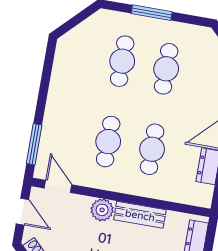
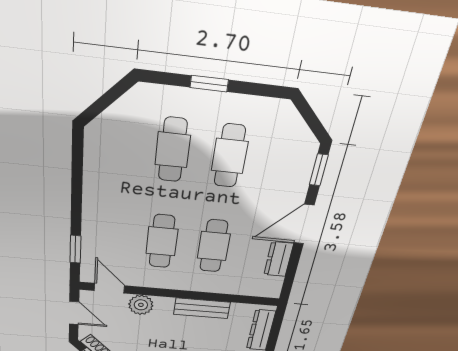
window: (152, 13) -> (209, 84), width x0.67
window: (34, 144) -> (75, 249), width x0.67
plant: (102, 210) -> (141, 305), moved

